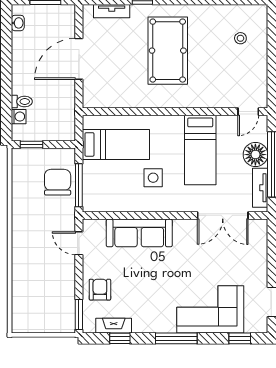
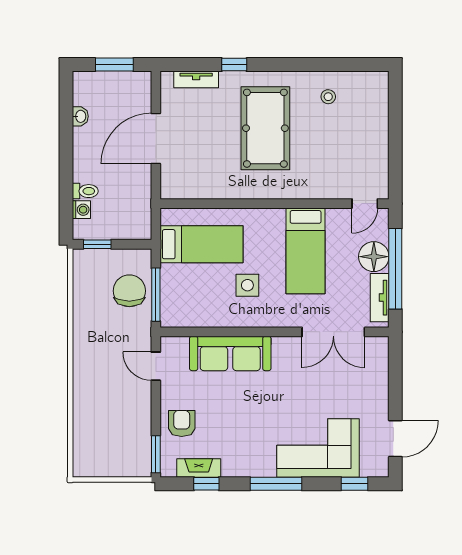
washbasin: (18, 23) -> (80, 116), moved
stool: (240, 38) -> (328, 97), moved

